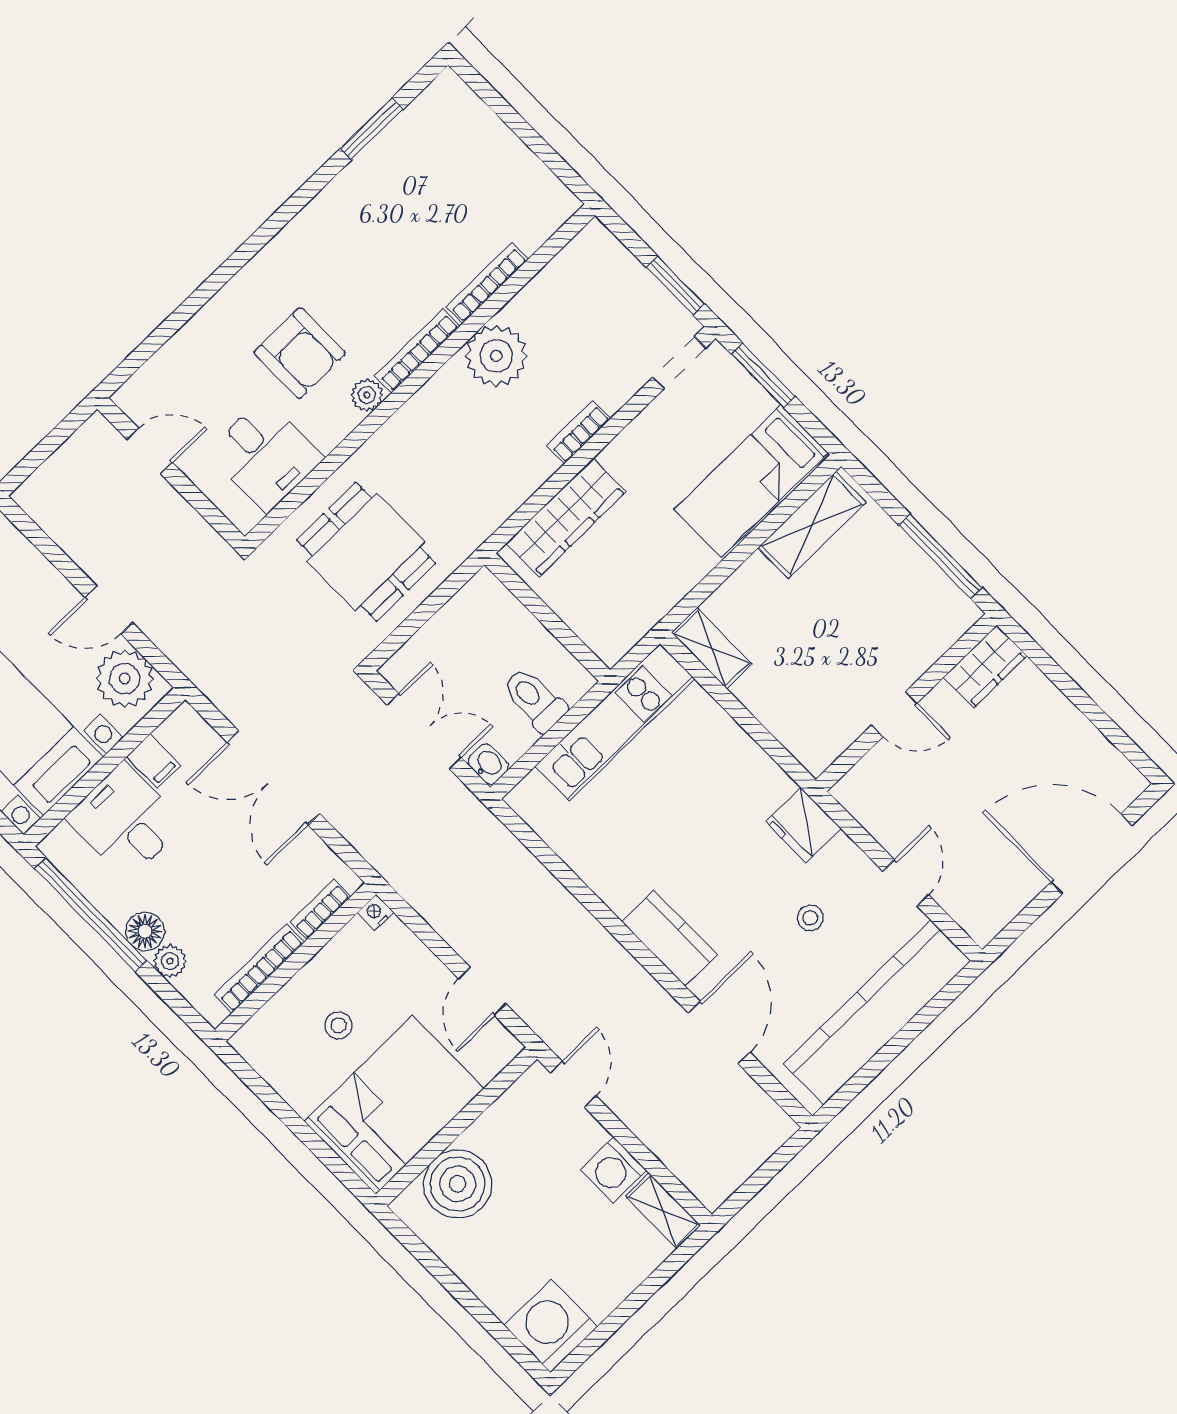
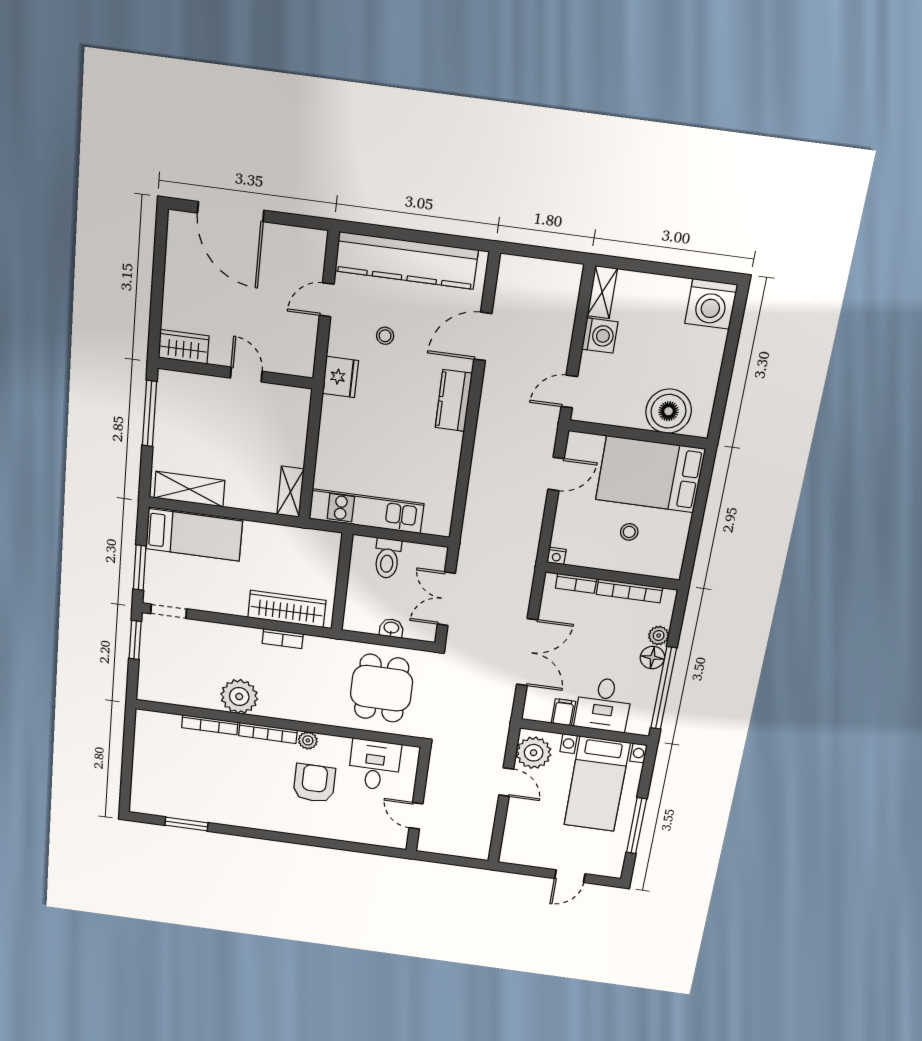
bookcase: (579, 432) -> (283, 639), moved
washbasin: (488, 764) -> (391, 628), moved, turned 90

